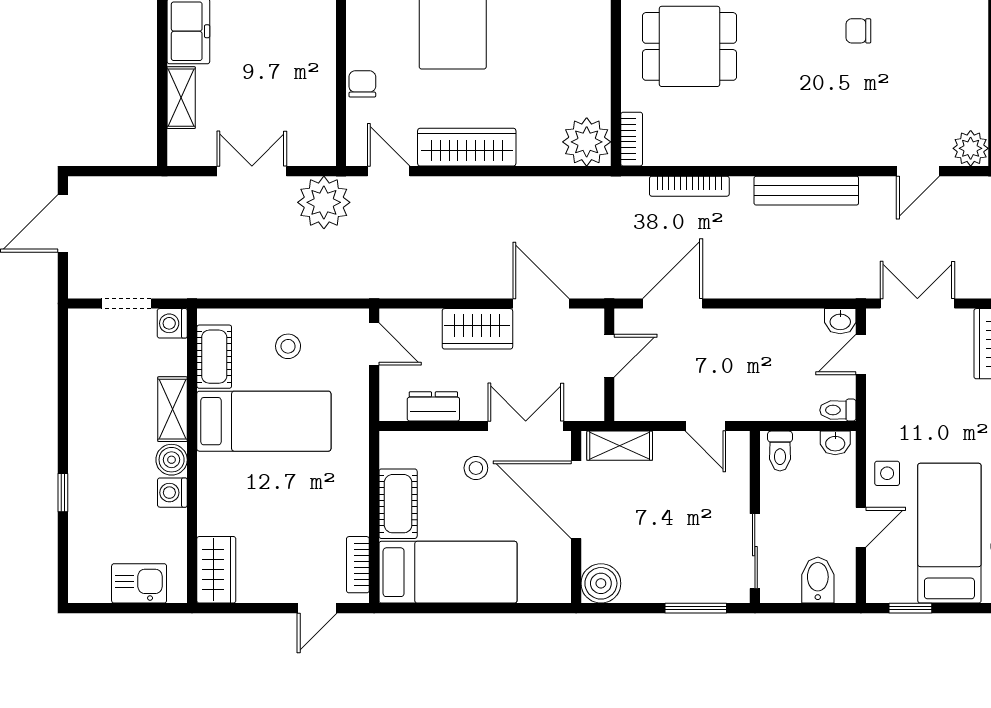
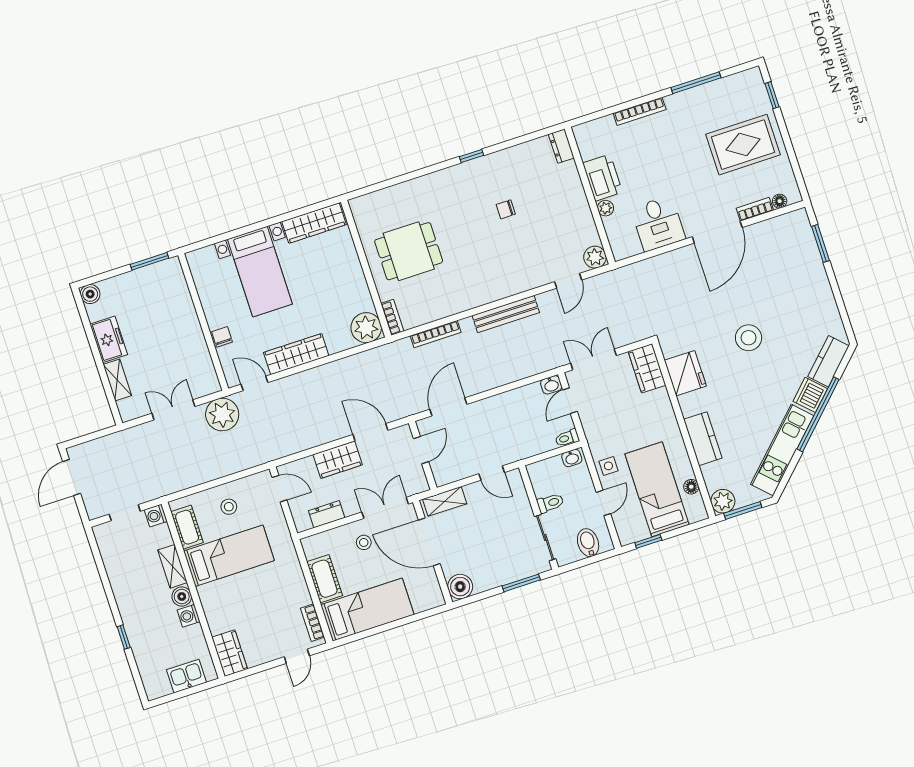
toilet: (780, 451) -> (550, 503), moved, turned -90

